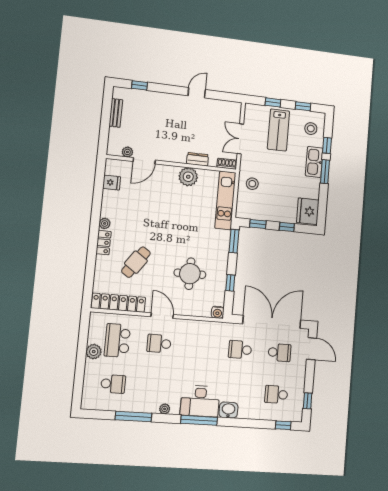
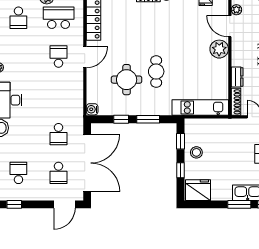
shoe rack: (227, 164) -> (236, 102), width x1.43
plant: (188, 177) -> (219, 49), moved
stool: (252, 184) -> (196, 152), moved
window: (234, 241) -> (148, 119), moved
cafe table: (136, 262) -> (156, 72), moved, turned 55
school desk: (240, 350) -> (59, 134), turned 180

